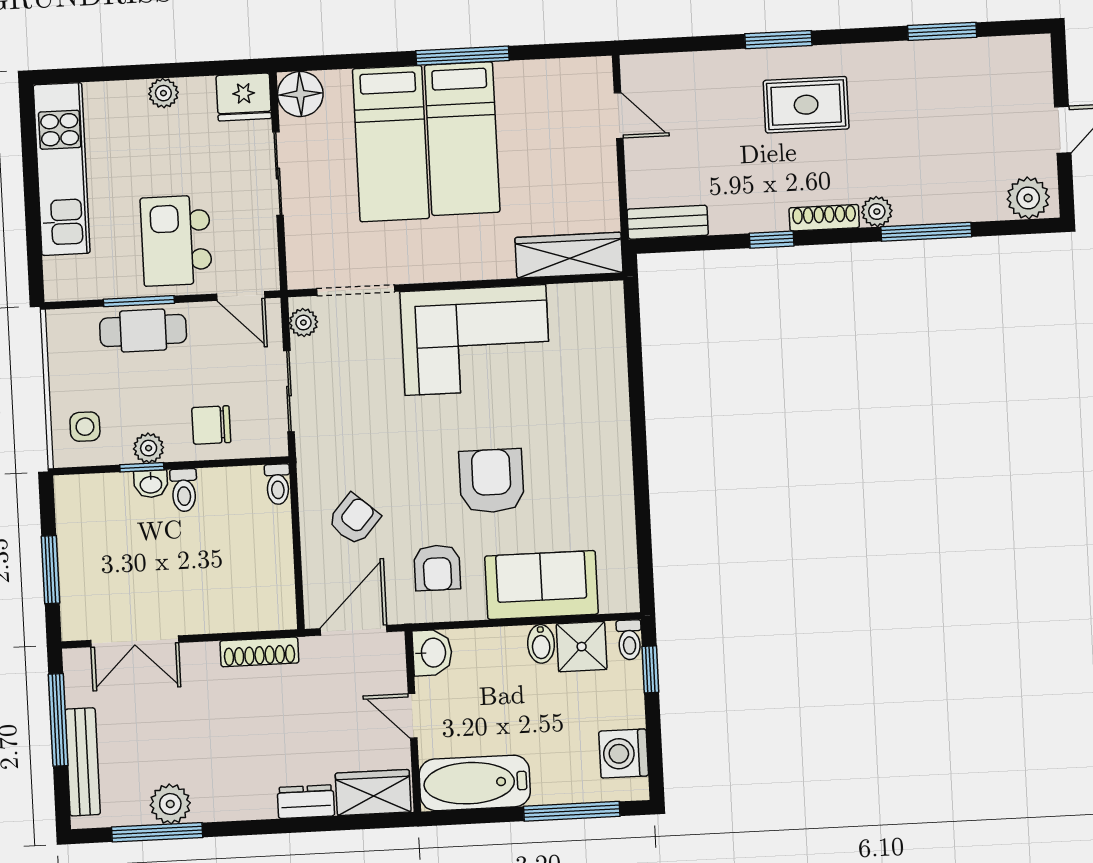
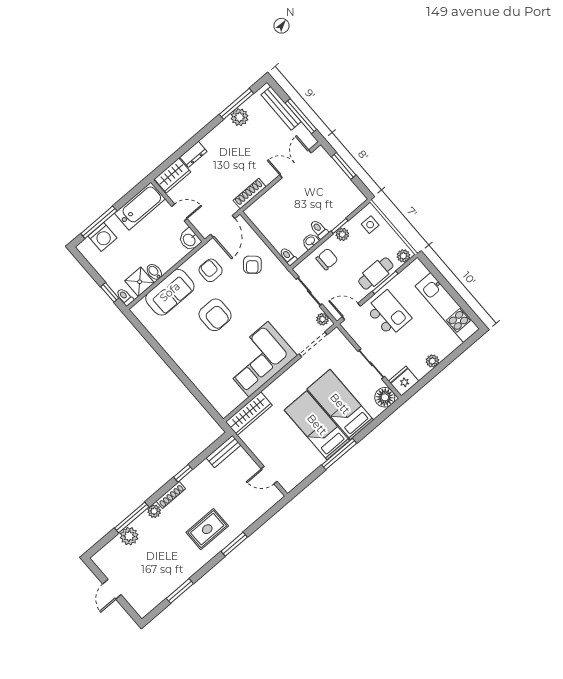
plant: (1028, 198) -> (129, 536), moved
plant: (69, 324) -> (403, 256), added
washbasin: (151, 484) -> (310, 241), moved
washing machine: (624, 754) -> (103, 237), moved, turned 90

